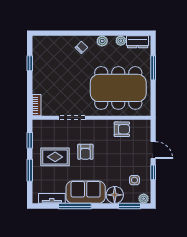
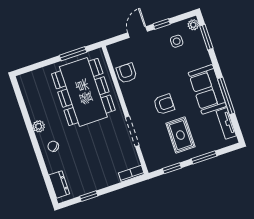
plant: (121, 41) -> (32, 106), removed
dresser: (138, 42) -> (59, 184), moved
window: (153, 68) -> (73, 54), moved
floor lamp: (115, 195) -> (200, 57), removed

